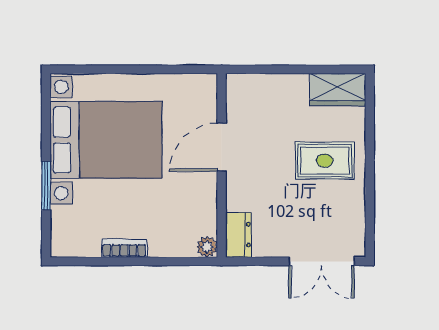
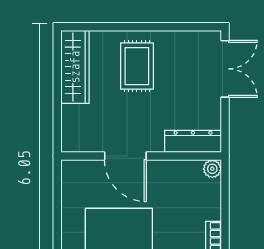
wardrobe: (338, 90) -> (75, 67), width x1.50
dresser: (238, 235) -> (193, 141), width x1.44

